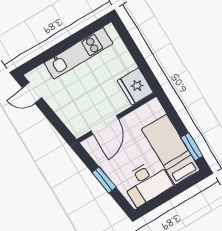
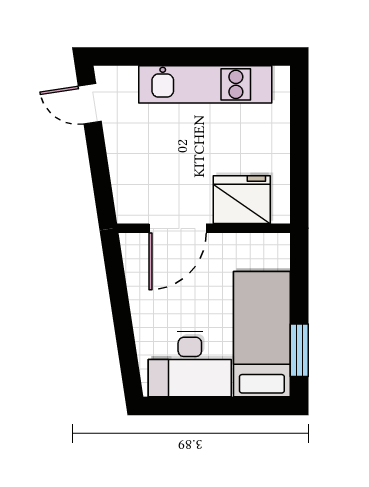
fridge: (135, 86) -> (242, 200), moved, turned 90
window: (104, 180) -> (122, 318), removed

